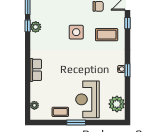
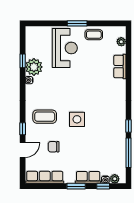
plant: (36, 27) -> (120, 125), removed
row of seats: (36, 70) -> (120, 67), moved
window: (127, 70) -> (23, 61), moved
plant: (117, 104) -> (34, 67), moved

